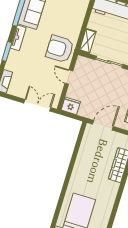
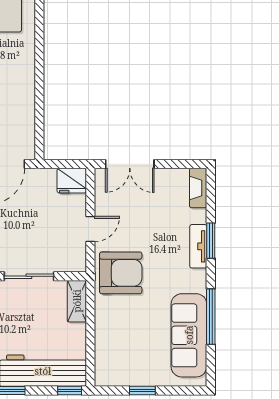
tv unit: (18, 38) -> (198, 246), moved
door: (69, 77) -> (90, 229), hinge flipped

